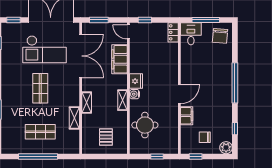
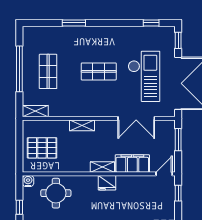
checkout: (44, 49) -> (144, 76), turned 180
double door: (81, 56) -> (136, 118), width x0.73
water cooler: (134, 94) -> (28, 181), moved
shelving: (122, 100) -> (102, 167), moved
shelving: (74, 118) -> (35, 111), moved
pallet: (106, 137) -> (42, 148), width x1.50, depth x1.42

